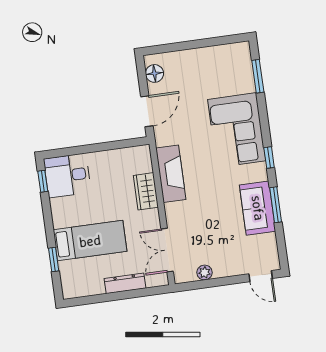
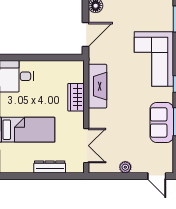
double door: (167, 250) -> (86, 146), swing flipped
plant: (205, 273) -> (125, 167), moved

